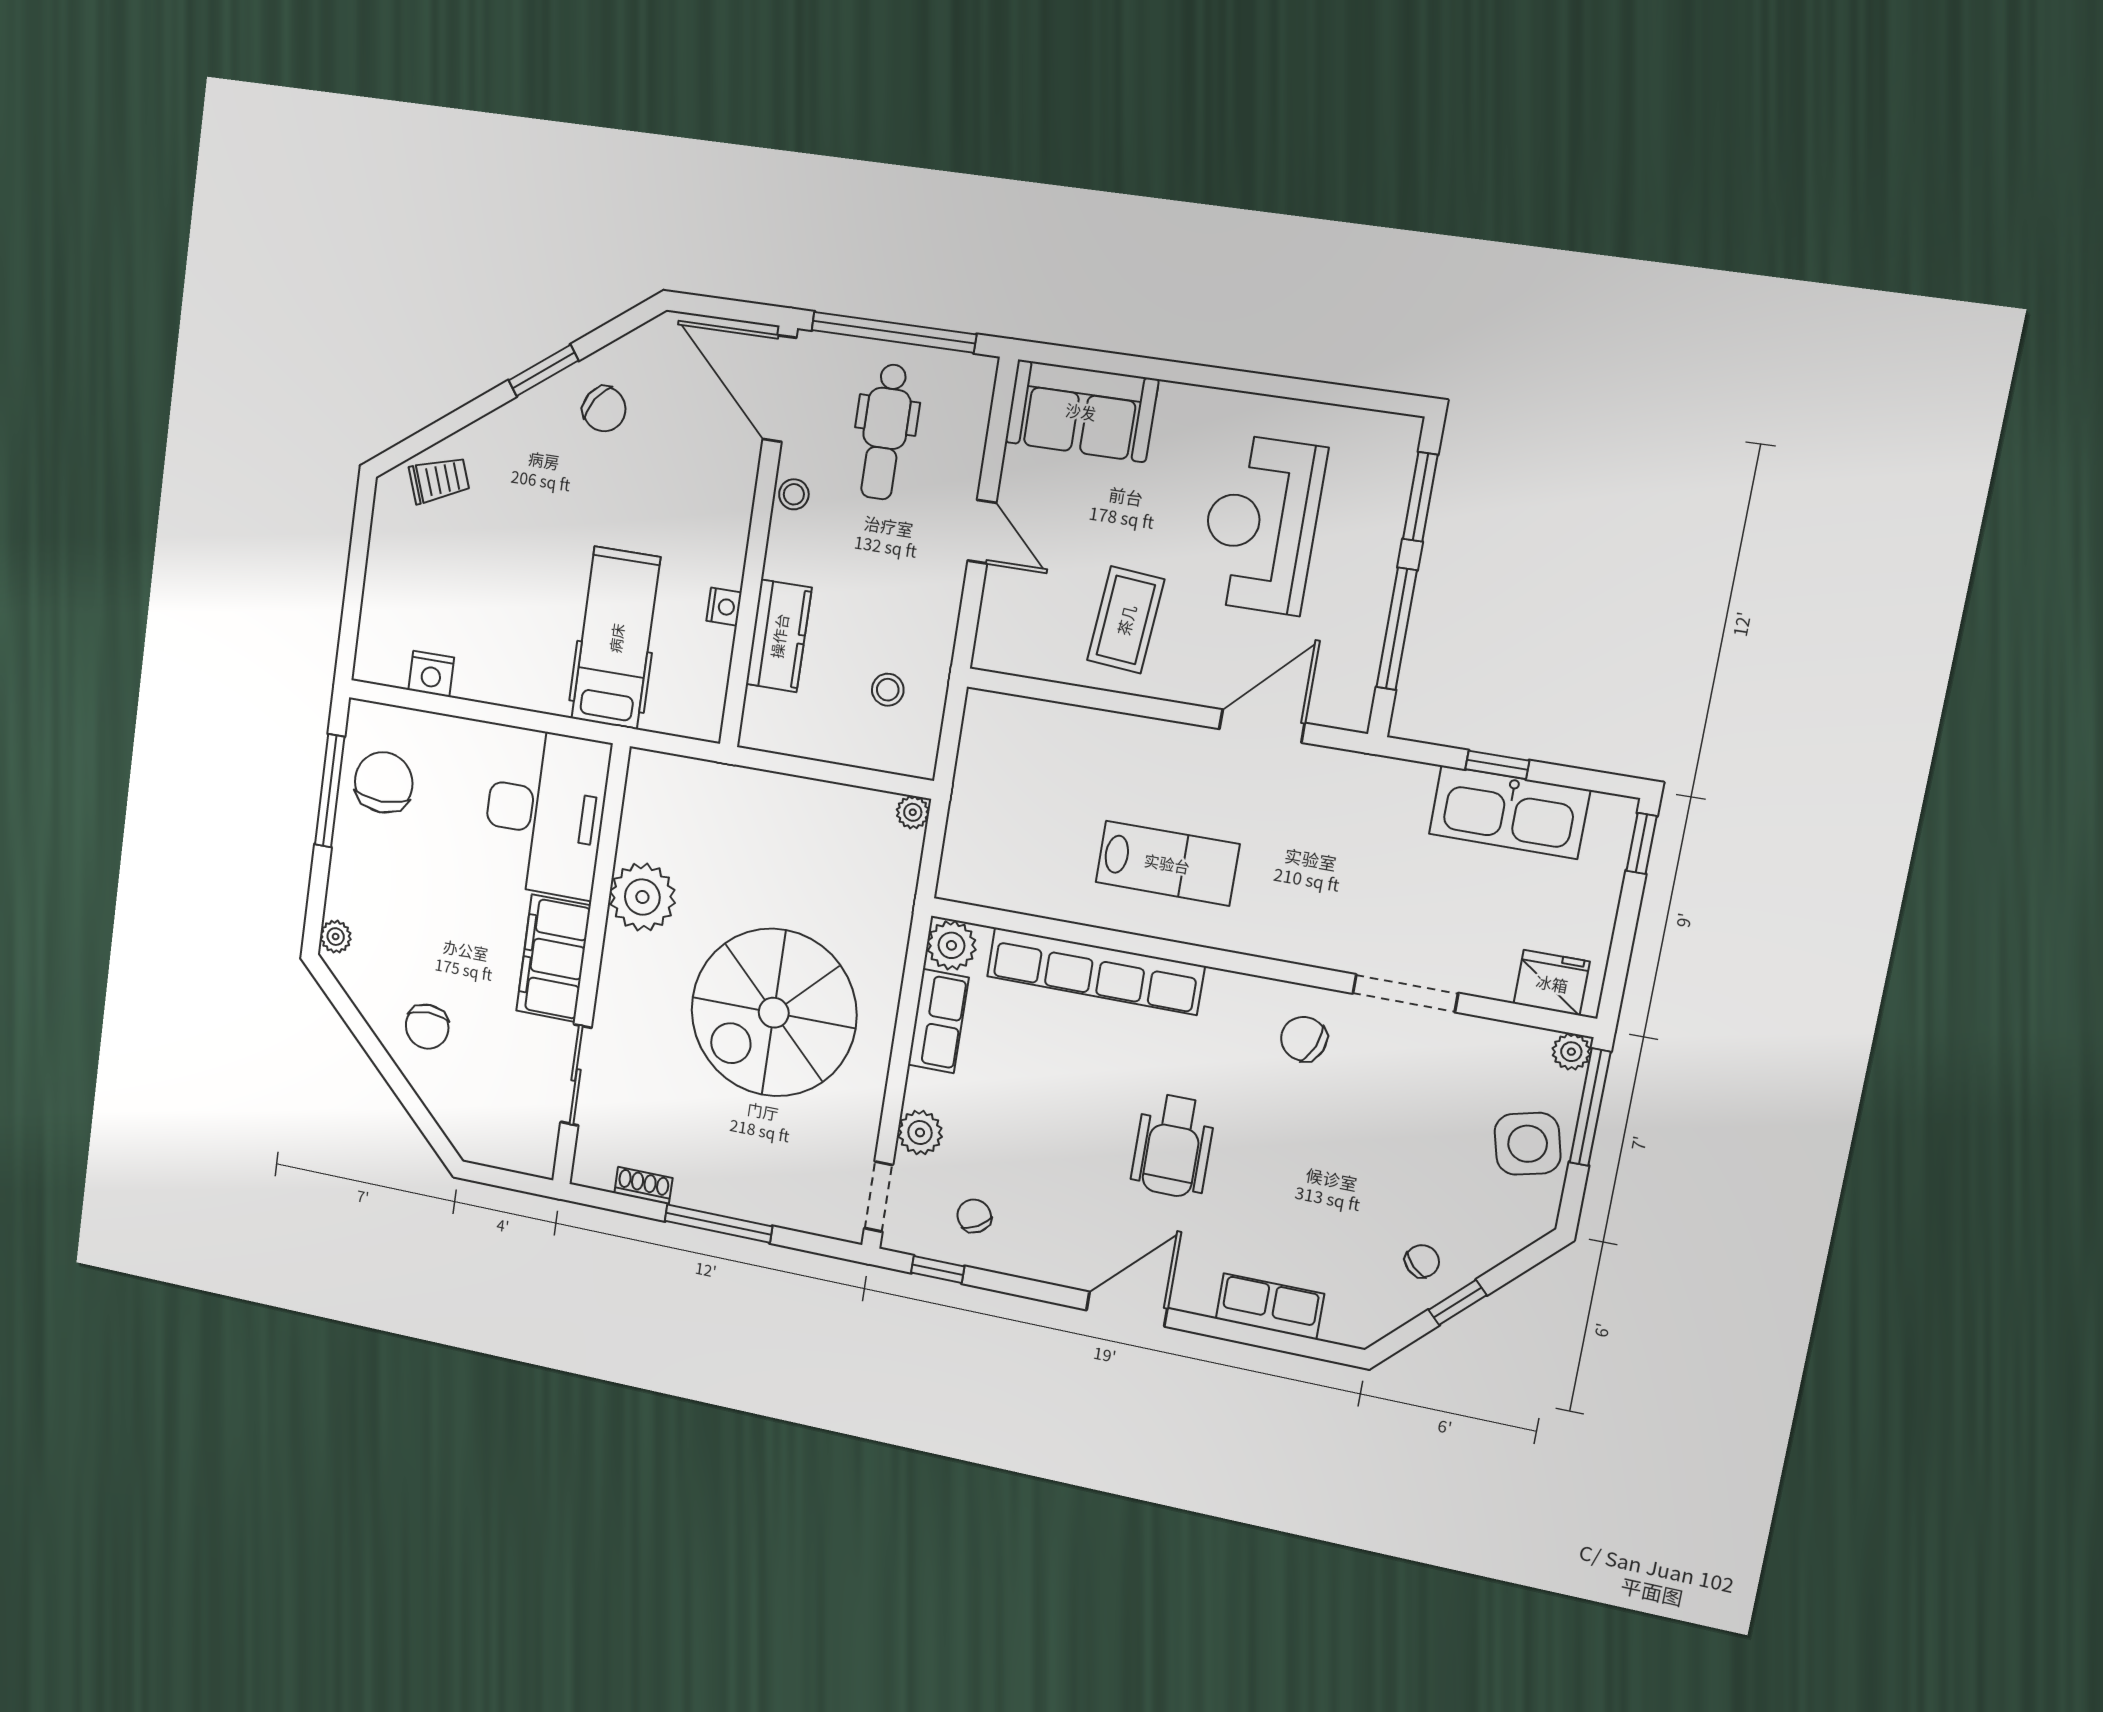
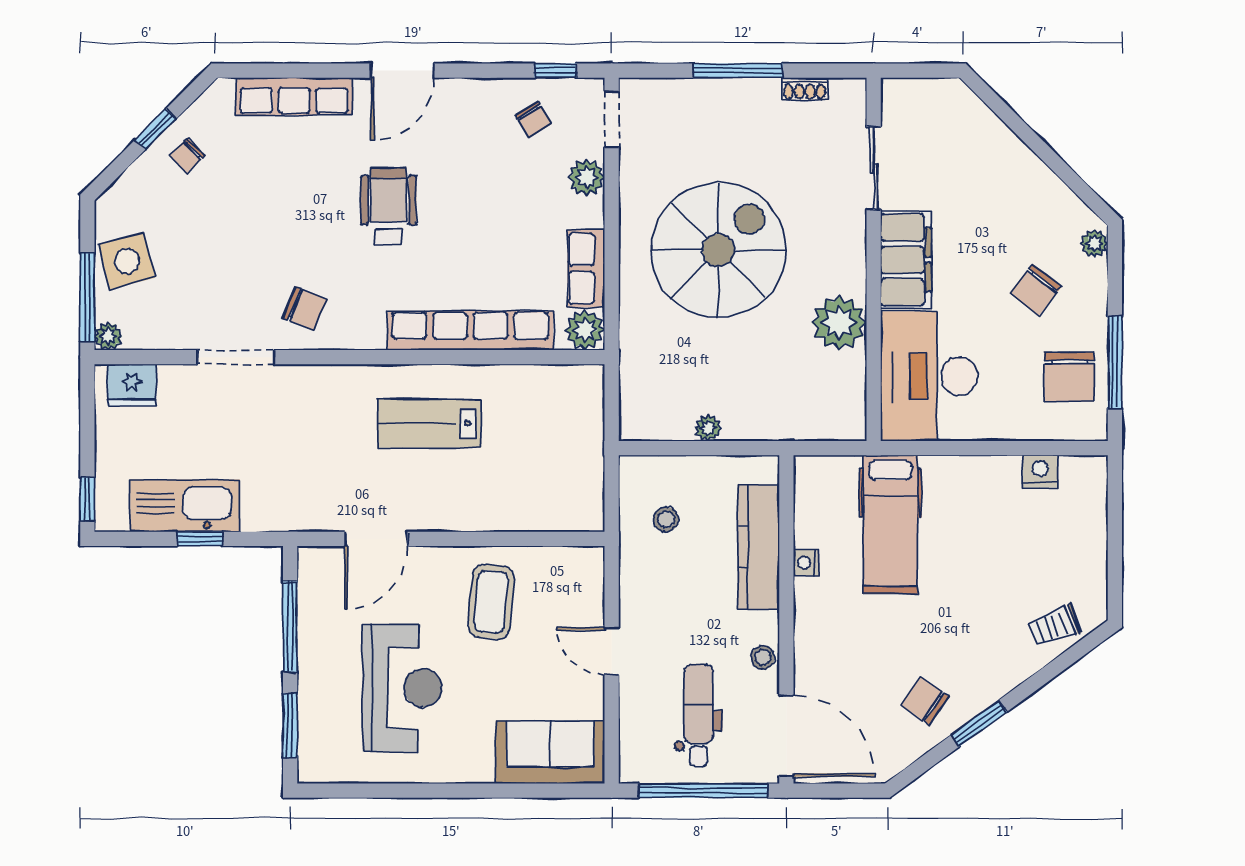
kitchen counter: (779, 636) -> (759, 547), width x1.50
plant: (913, 812) -> (708, 428), moved
chair: (427, 1027) -> (1036, 290), moved, turned -142
row of seats: (1270, 1306) -> (294, 96), width x1.48

